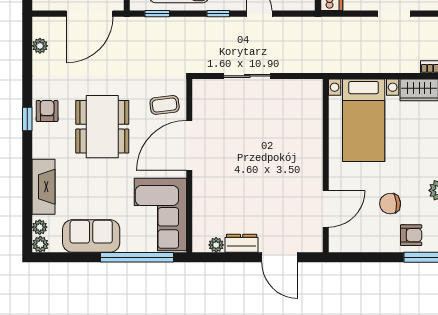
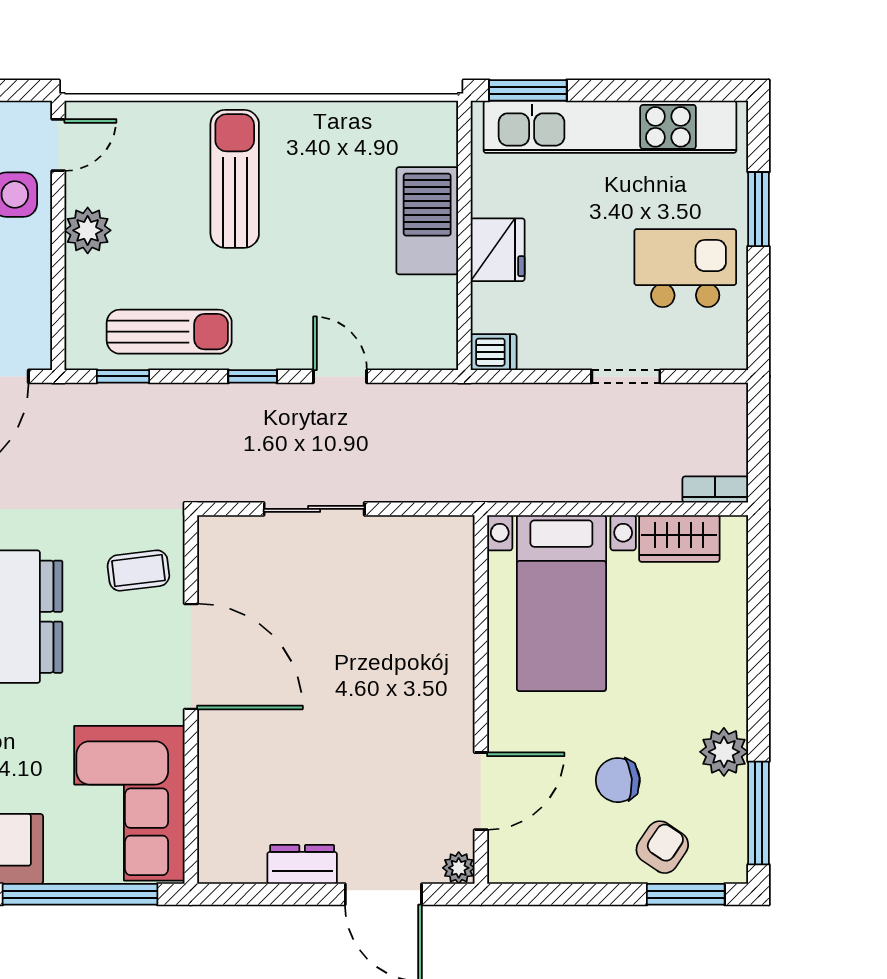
door: (189, 145) -> (191, 656), swing flipped
armchair: (411, 235) -> (662, 847), turned -56
plant: (216, 245) -> (459, 868), moved

